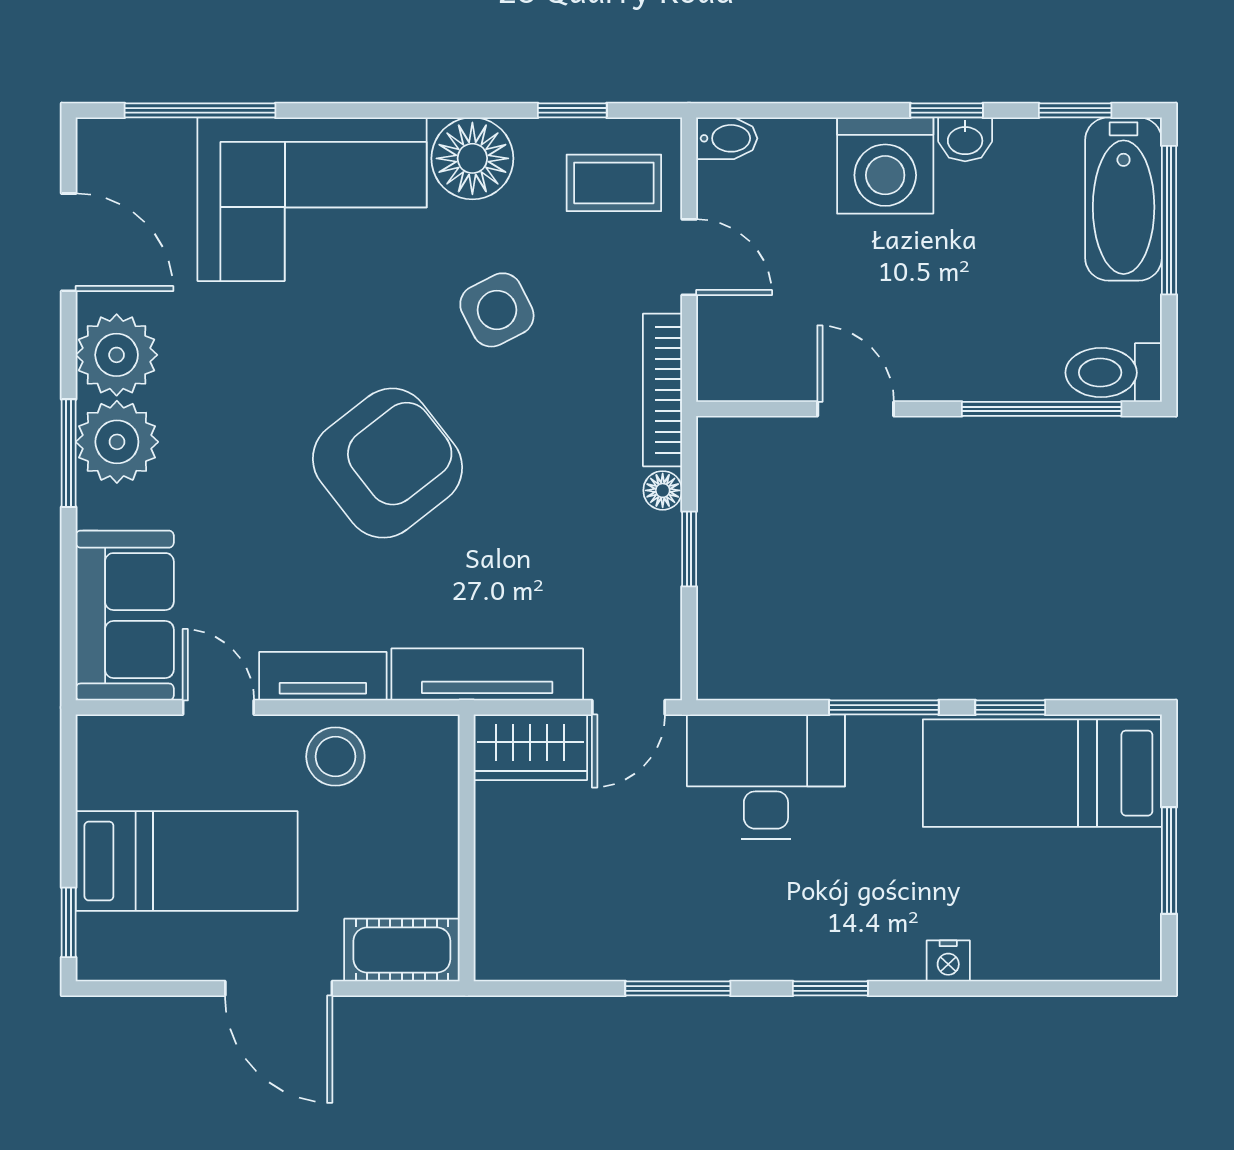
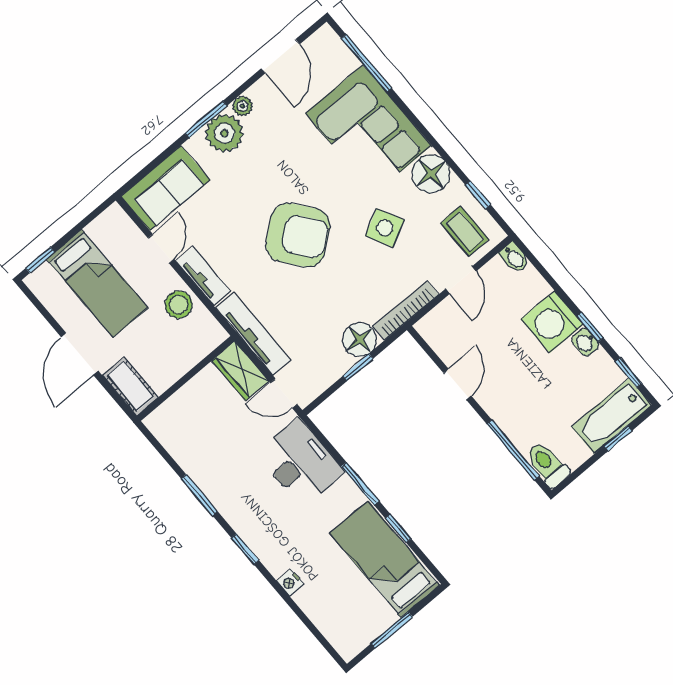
window: (1169, 220) -> (618, 438), width x0.46
plant: (117, 355) -> (242, 106), width x0.53, depth x0.53
floor lamp: (663, 490) -> (359, 340), width x1.89, depth x1.89

